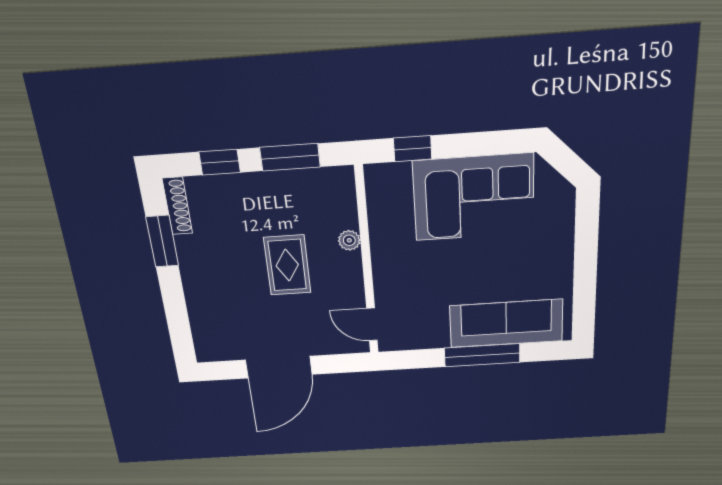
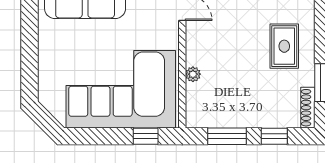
corner sofa: (474, 197) -> (121, 89), width x1.36, depth x1.36
rug: (287, 265) -> (284, 46), moved

